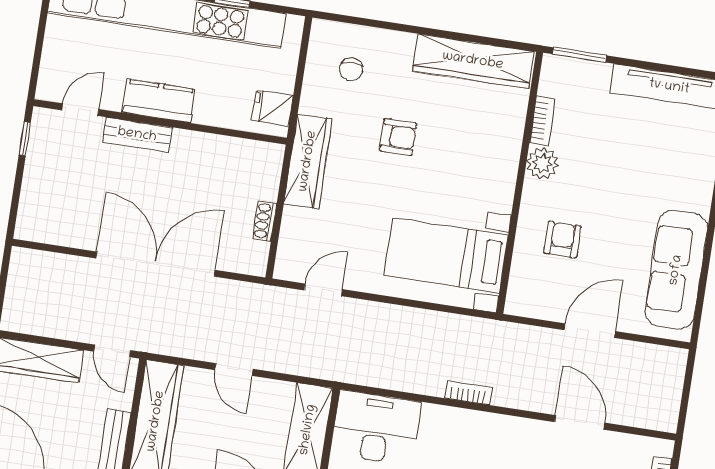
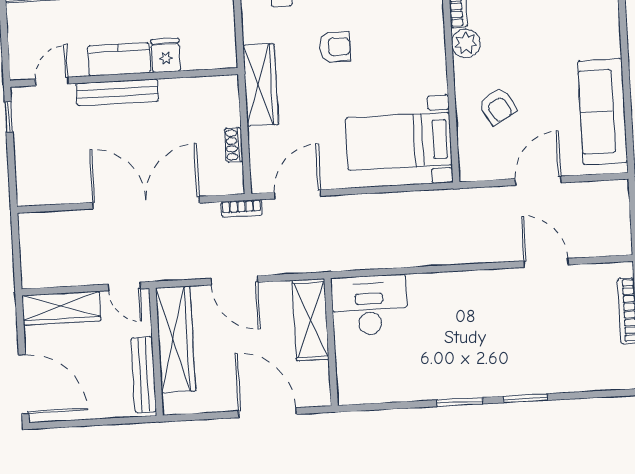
fridge: (272, 108) -> (166, 55), moved, turned 90
bench: (137, 135) -> (117, 92), width x1.36
armchair: (562, 240) -> (498, 106), turned 151
door: (323, 290) -> (298, 194), width x1.38
door: (234, 369) -> (234, 280), width x1.38
bookcase: (468, 393) -> (242, 208), moved, turned 180

